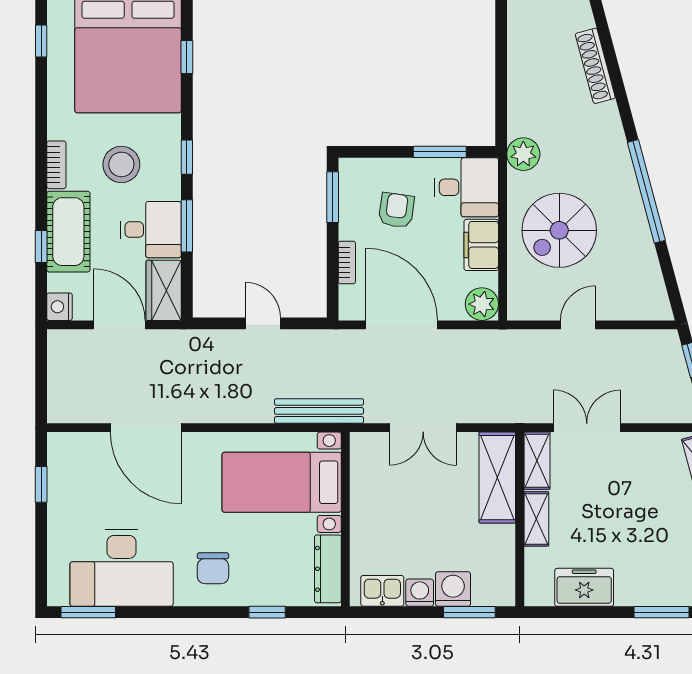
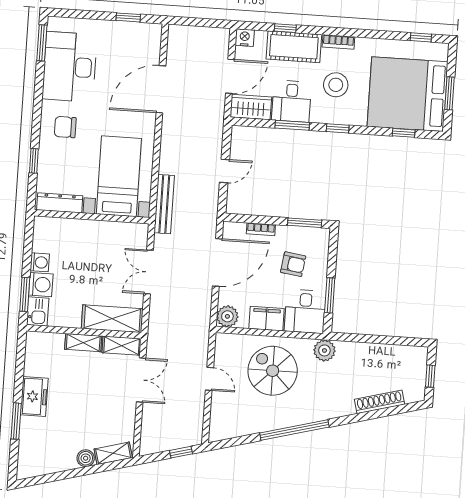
freezer: (584, 587) -> (34, 397), moved
kitchen sink: (382, 591) -> (38, 312), moved

